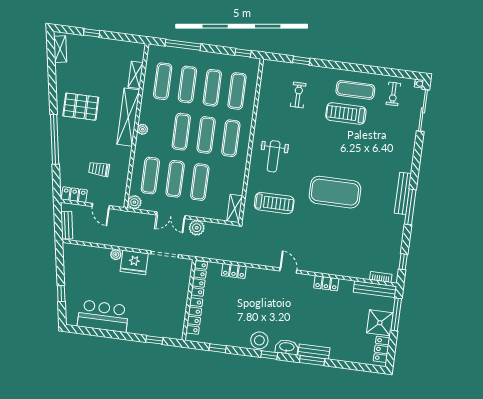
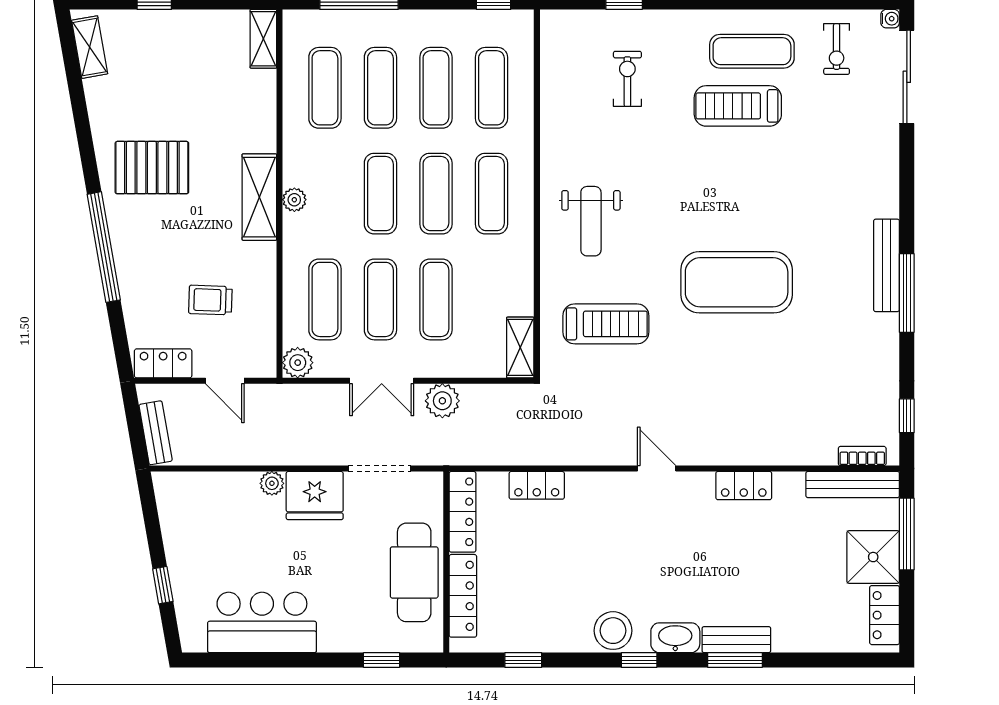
shelving: (136, 75) -> (263, 39), moved
shelving: (128, 117) -> (259, 197), width x0.68
cafe table: (174, 303) -> (414, 572), added

